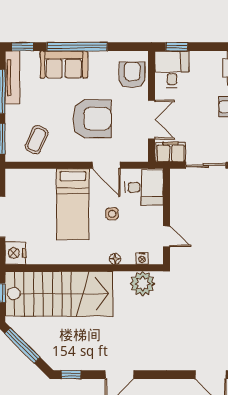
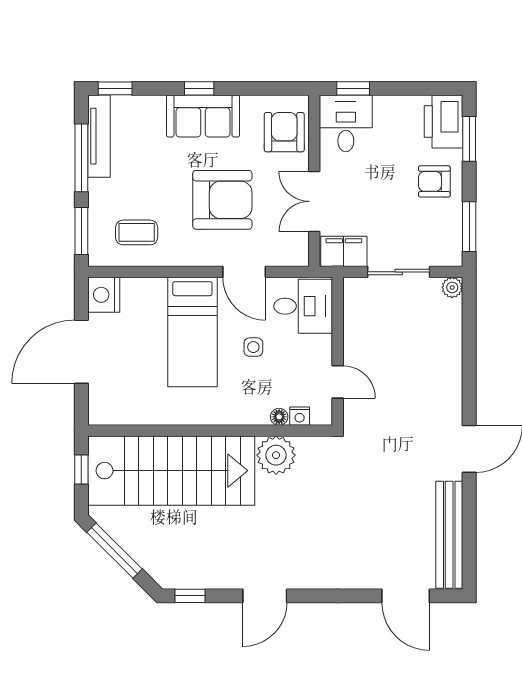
window: (77, 47) -> (199, 88), width x0.32
sofa: (64, 64) -> (203, 116), moved
double door: (151, 120) -> (314, 201), swing flipped
coffee table: (37, 140) -> (137, 232), turned 66
nightstand: (15, 253) -> (104, 295), moved
floor lamp: (115, 259) -> (279, 417), moved
plant: (143, 284) -> (276, 455), moved

